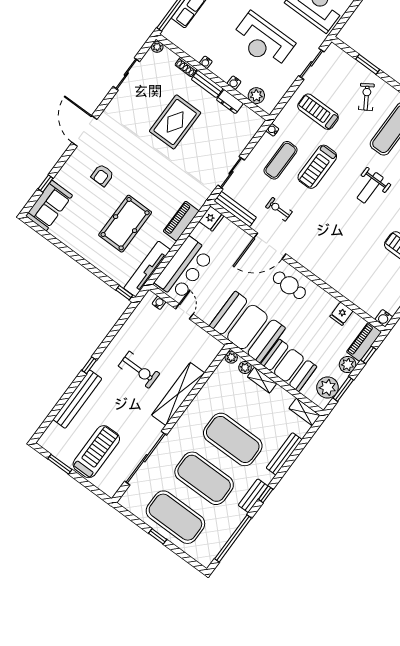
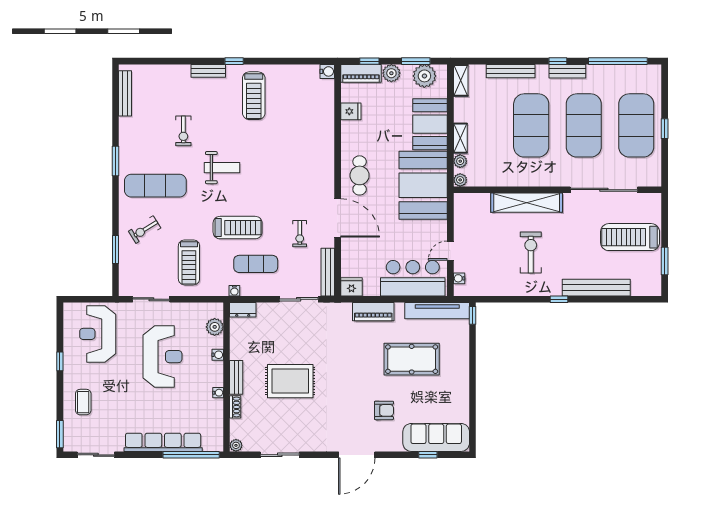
dresser: (230, 102) -> (243, 310), moved, turned 90
sofa: (49, 206) -> (436, 437), width x1.36

